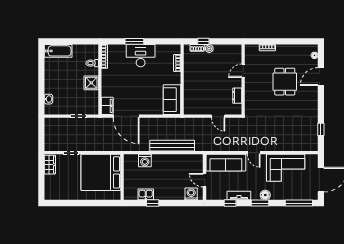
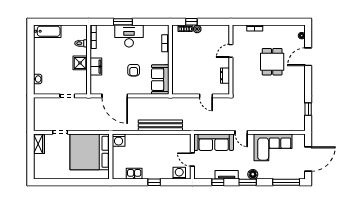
armchair: (145, 90) -> (134, 70), added
filing cabinet: (107, 106) -> (96, 67), moved
washing machine: (145, 161) -> (119, 140), moved
window: (153, 203) -> (154, 182), moved

